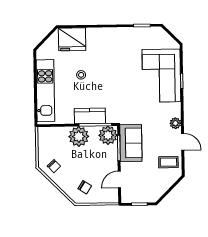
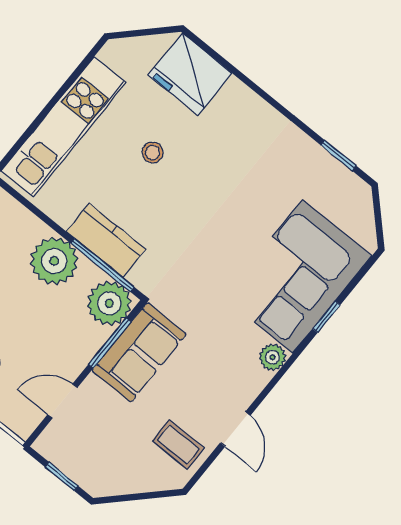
plant: (175, 123) -> (272, 357), moved

